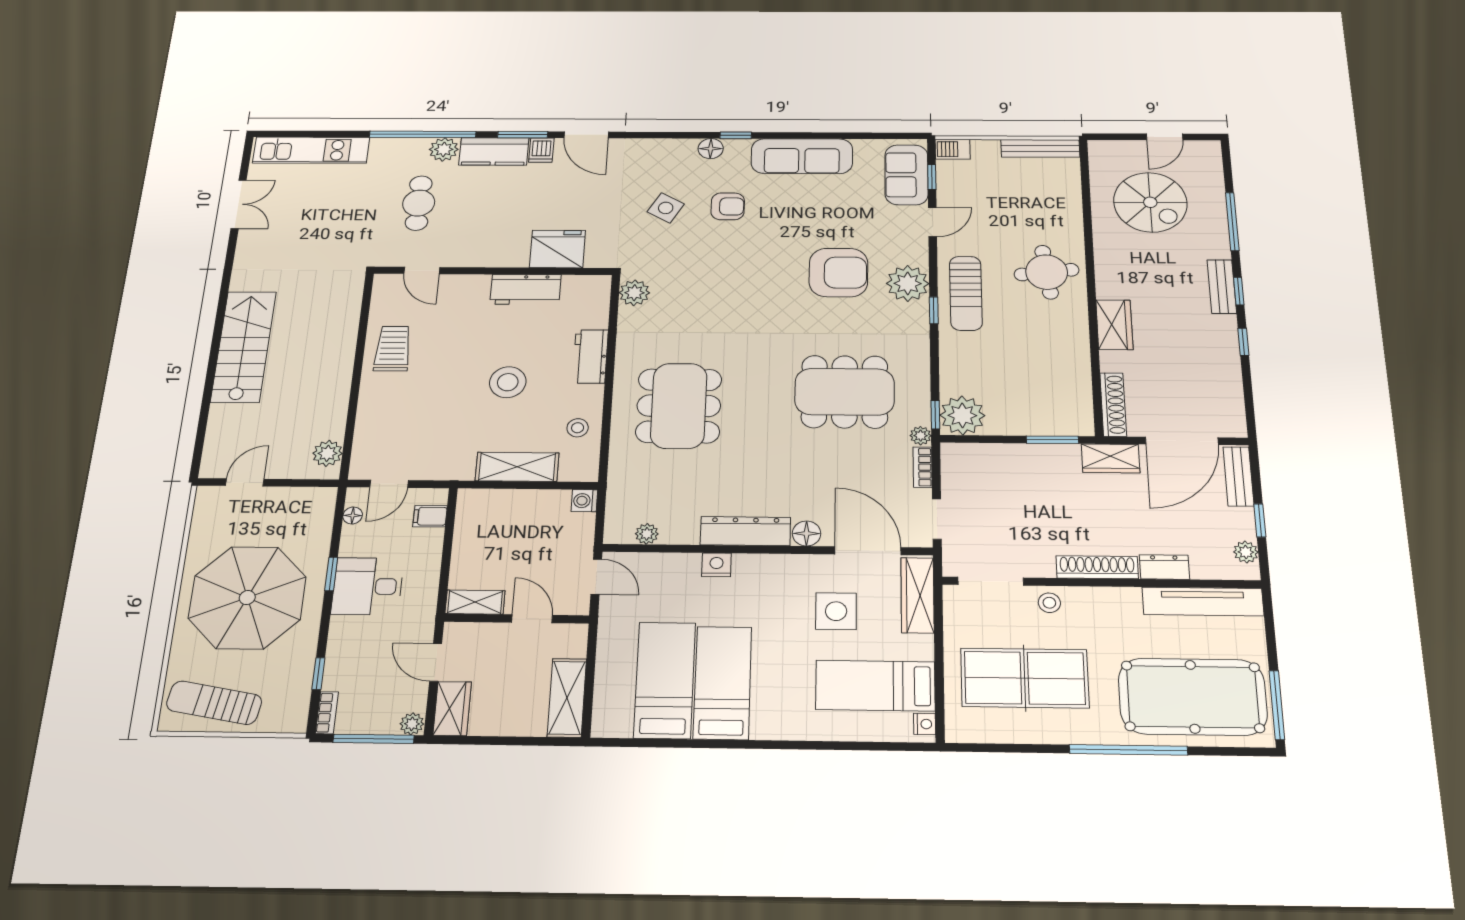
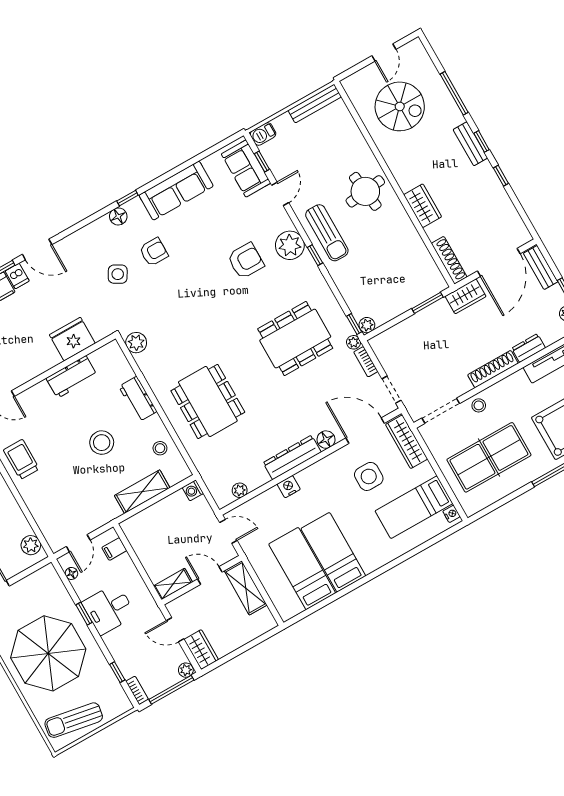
armchair: (838, 273) -> (246, 261), width x0.73, depth x0.73
plant: (962, 415) -> (367, 325), width x0.53, depth x0.53
shelving: (567, 698) -> (246, 588), moved

